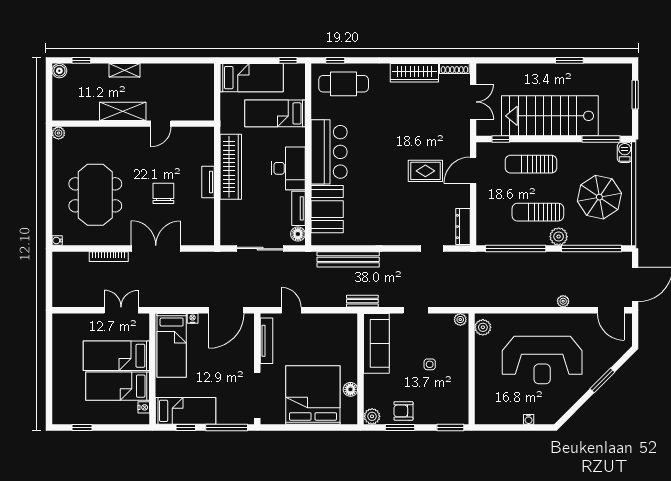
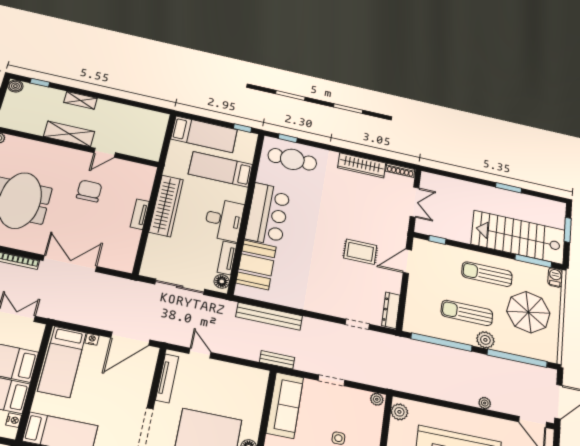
stairs: (550, 116) -> (518, 237), moved
sun lounger: (531, 164) -> (487, 274), moved
chair: (163, 193) -> (89, 191), moved

